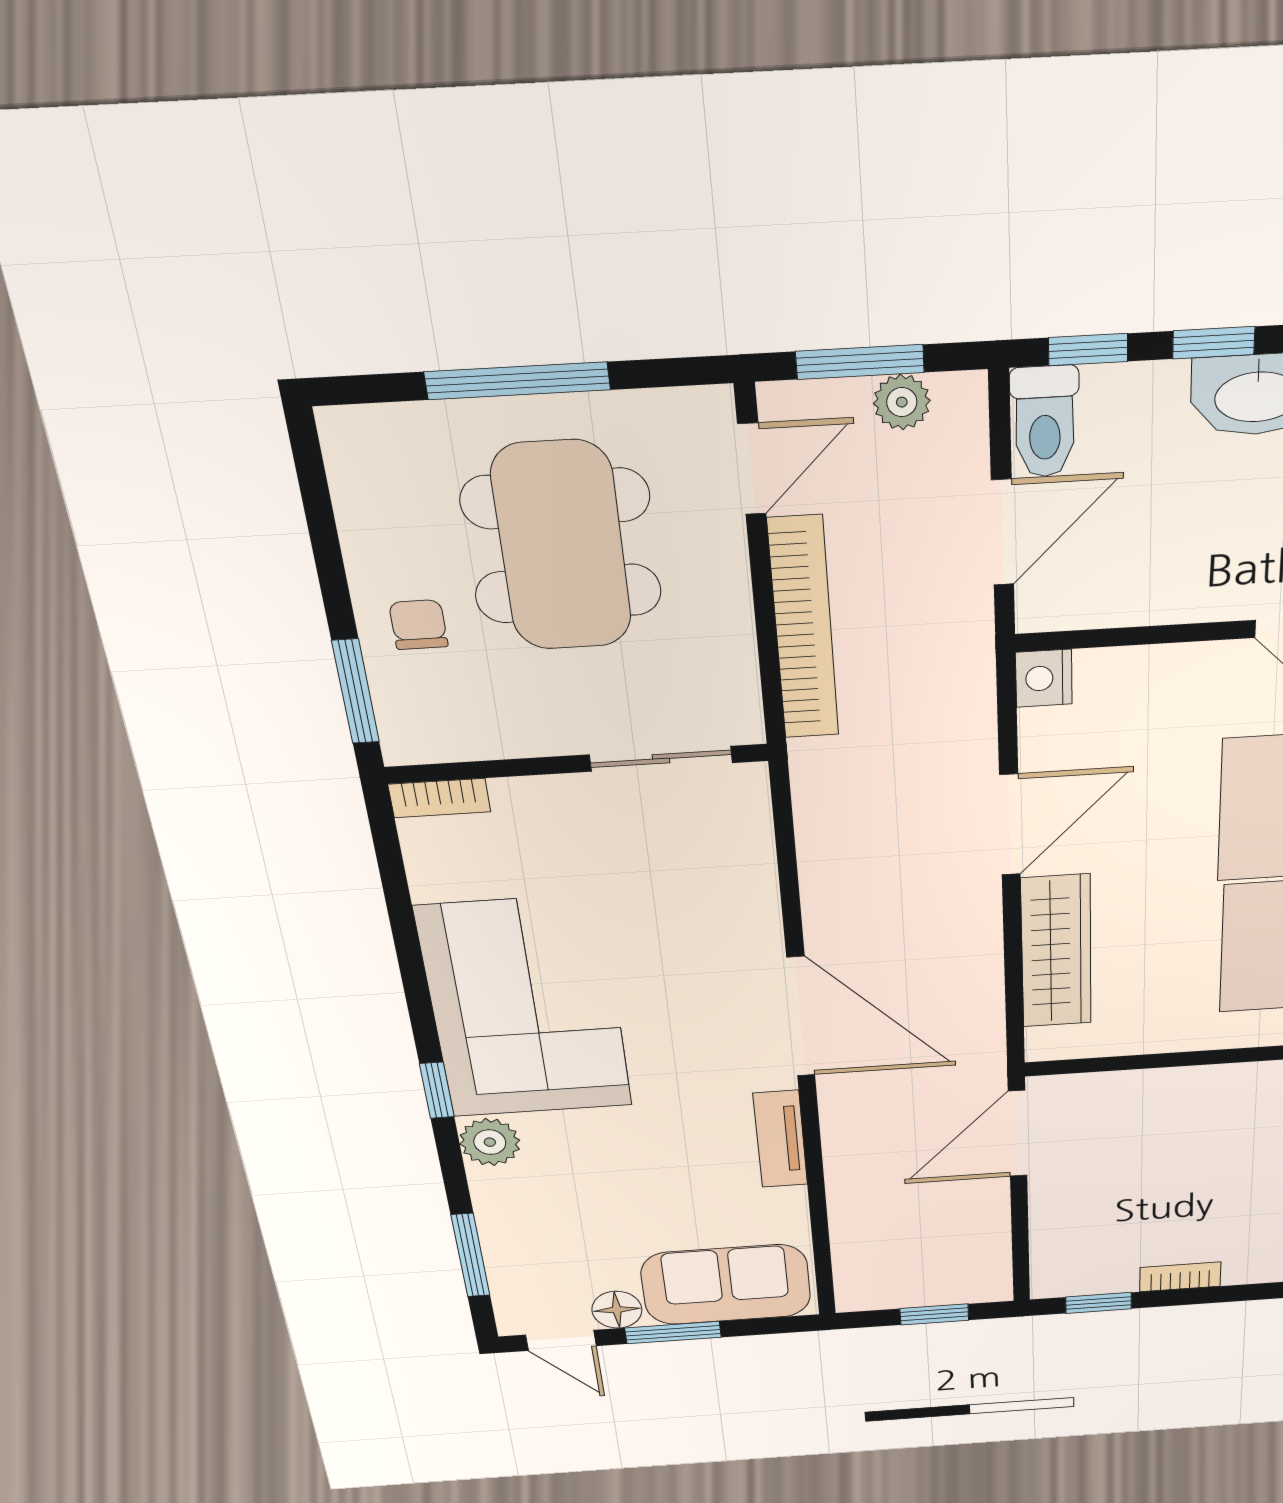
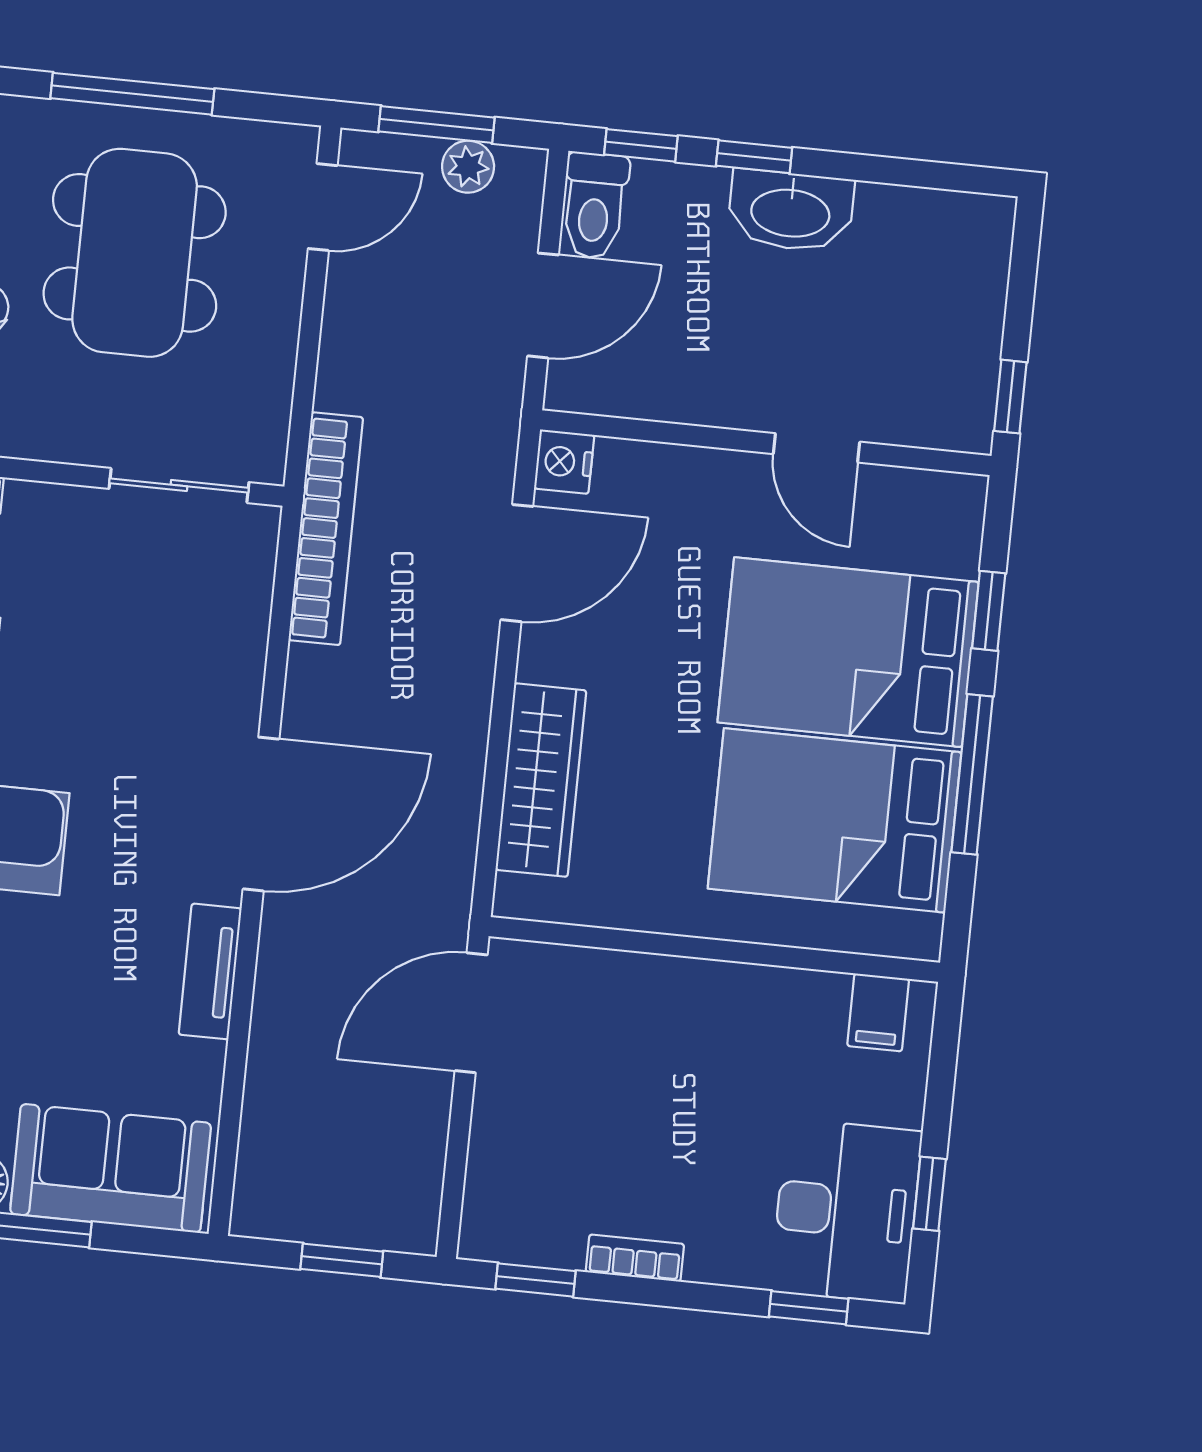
bookcase: (803, 629) -> (326, 529), moved
door: (1010, 825) -> (517, 563), moved
door: (801, 1017) -> (261, 814), hinge flipped

